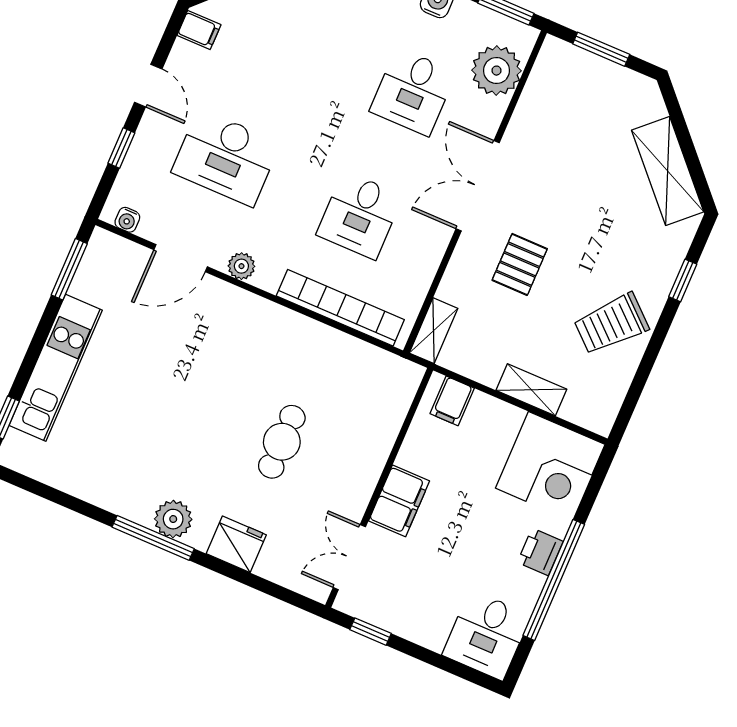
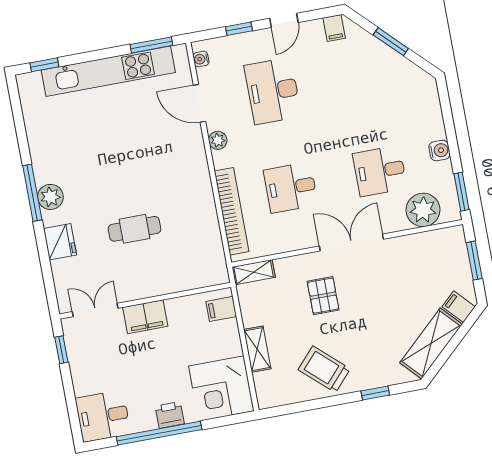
filing cabinet: (645, 107) -> (459, 307), added
pallet: (520, 264) -> (323, 296), turned 90
kitchen unit: (56, 368) -> (108, 71), width x1.36

